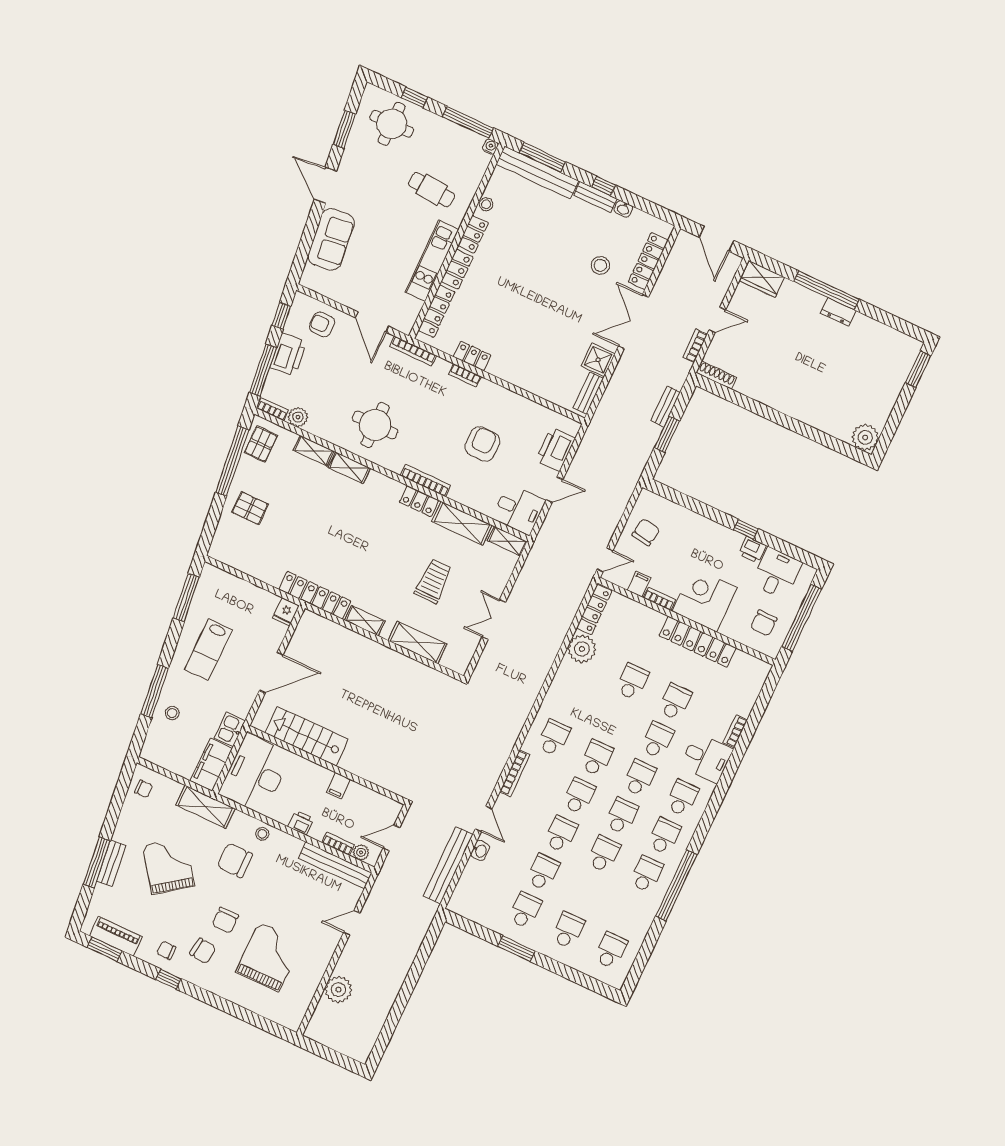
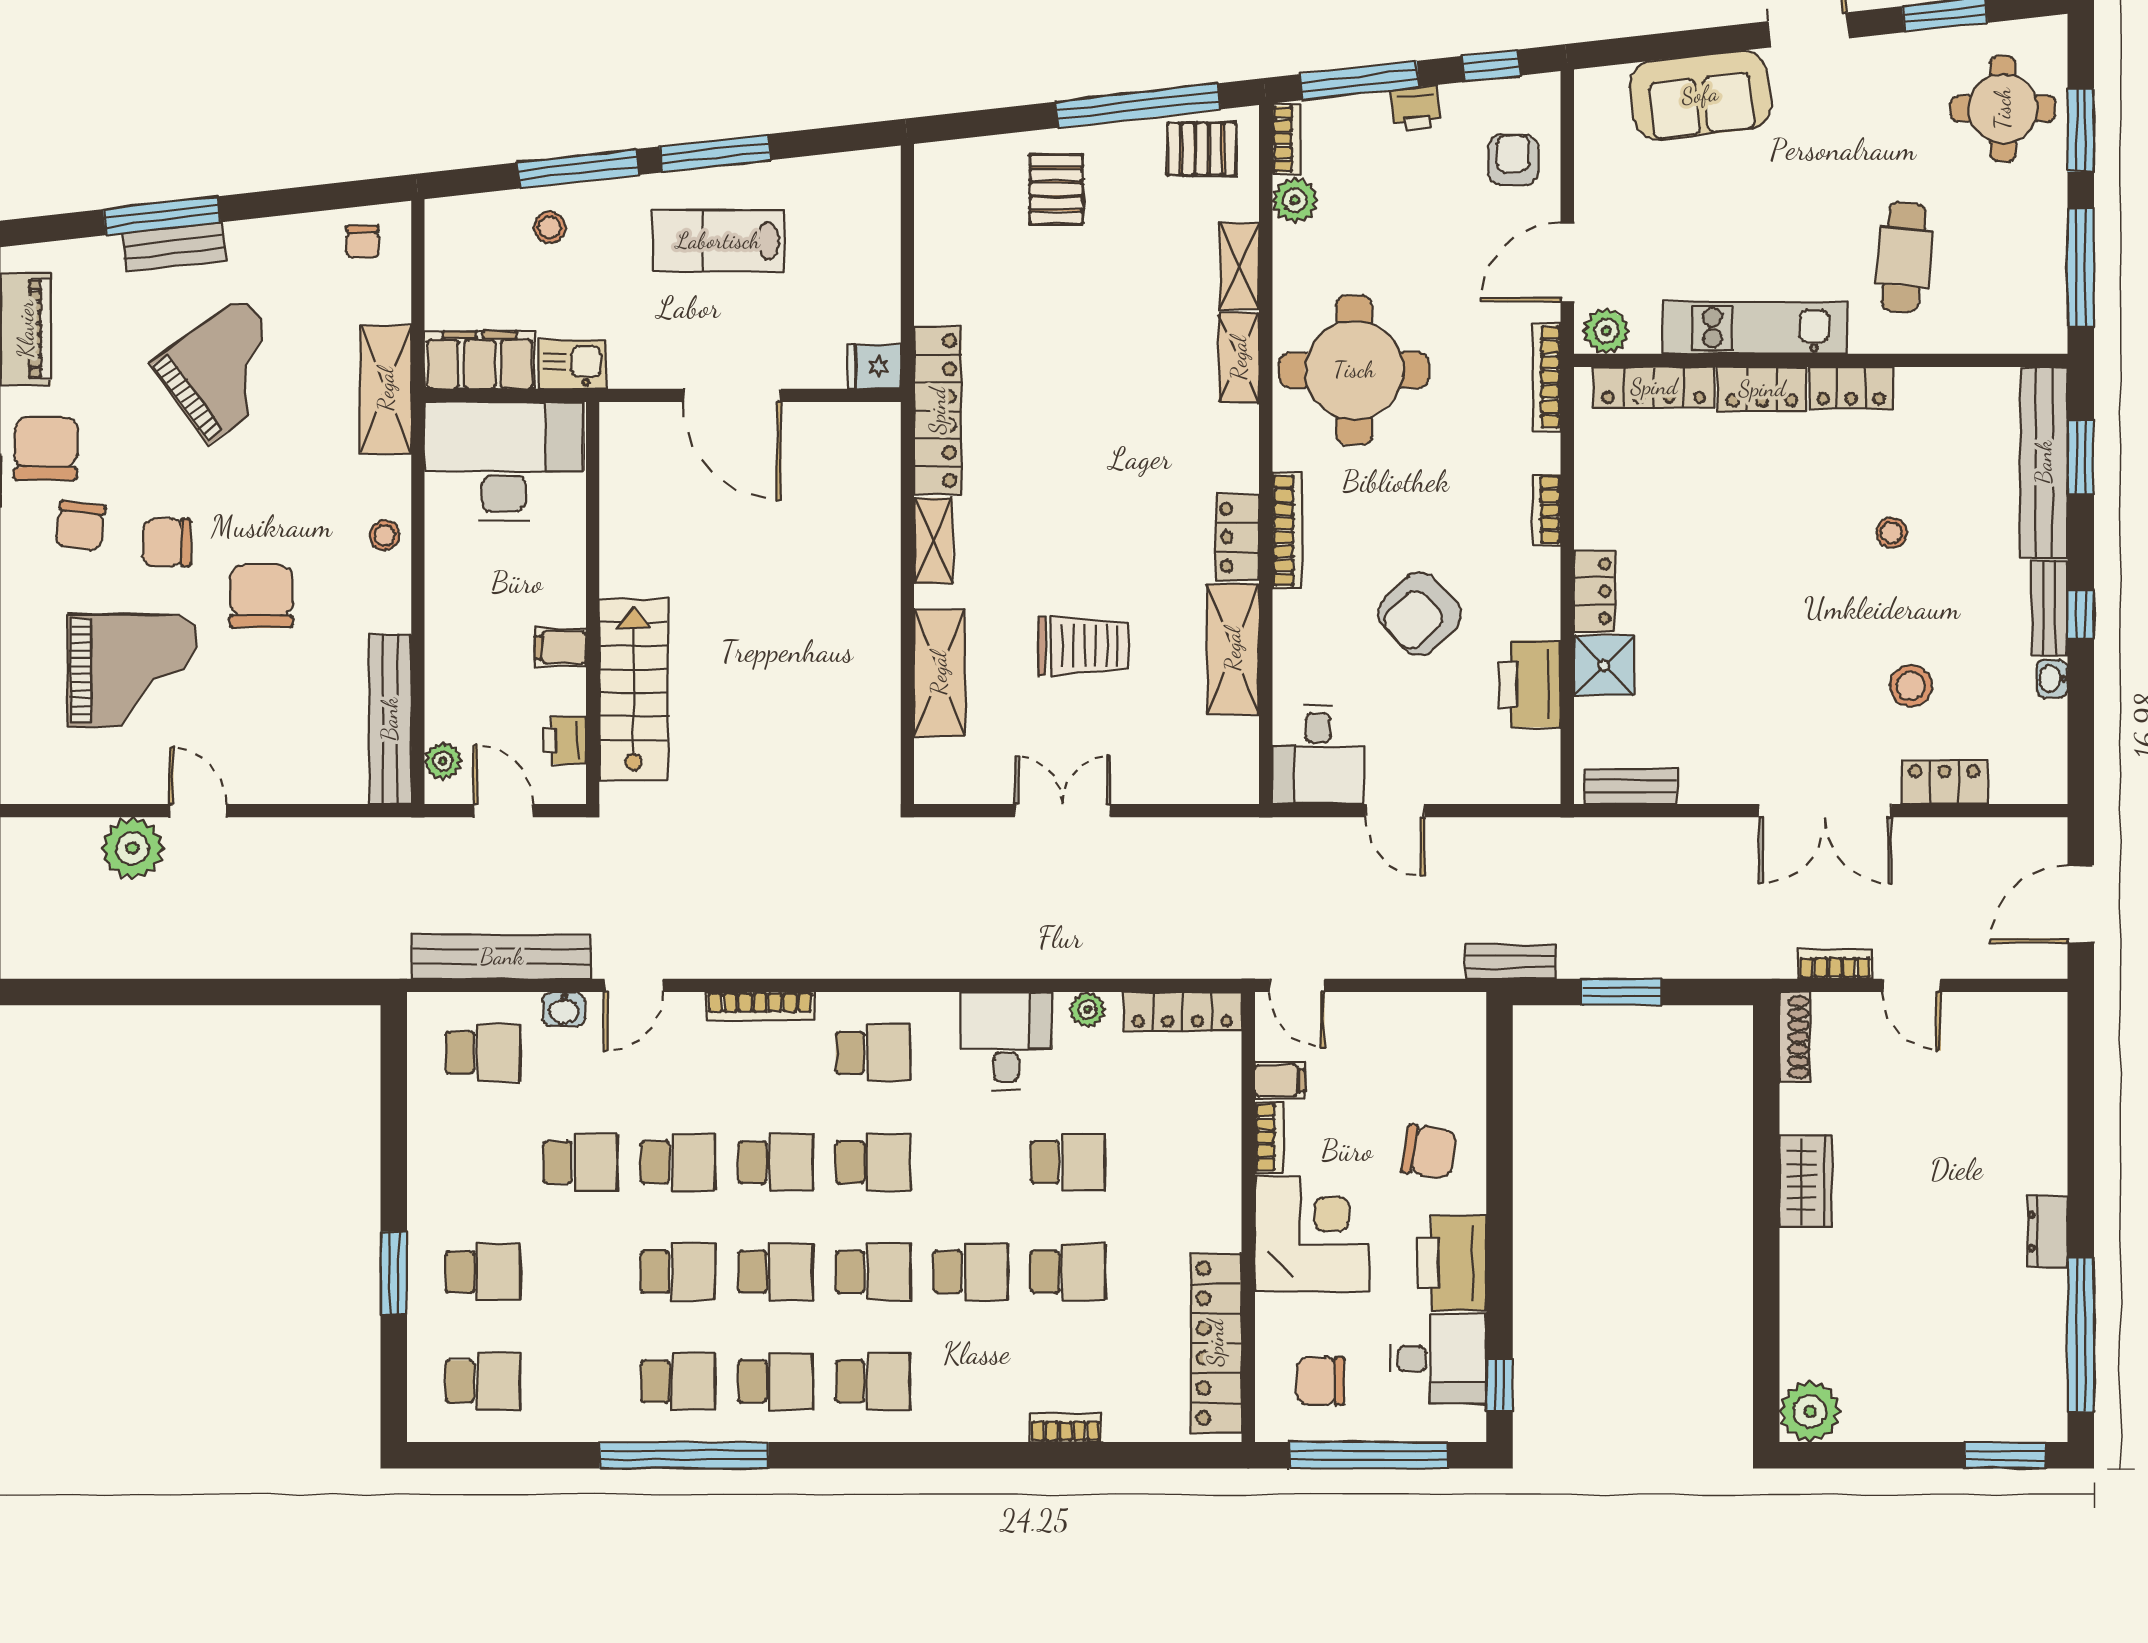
window: (414, 97) -> (2081, 130), width x1.50
water cooler: (490, 147) -> (2052, 338), removed
window: (542, 157) -> (2081, 457), width x0.69
stool: (486, 204) -> (1892, 533), moved
locker: (648, 261) -> (1944, 782), width x0.66
wardrobe: (762, 279) -> (1806, 1181), moved, turned 180
window: (826, 290) -> (2081, 1335), moved
plant: (406, 319) -> (1606, 331), added
double door: (633, 322) -> (1825, 811), swing flipped
printer: (288, 354) -> (1416, 108), width x0.53, depth x0.68
locker: (472, 356) -> (1595, 591), moved
shower: (598, 360) -> (1604, 665), moved
bench: (666, 406) -> (1511, 962), moved
round table: (375, 425) -> (1354, 370), width x1.36, depth x1.36
armchair: (482, 444) -> (1420, 614), turned 137
printer: (556, 449) -> (1530, 684), moved, turned -90
window: (746, 529) -> (1500, 1385), moved
chair: (646, 532) -> (1429, 1152), moved
shelving: (507, 541) -> (1240, 762), removed
printer: (752, 550) -> (1452, 1263), width x1.87, depth x1.48
window: (186, 597) -> (715, 153), moved
locker: (698, 642) -> (1216, 1343), moved
plant: (582, 649) -> (1087, 1009), width x0.53, depth x0.53
stairs: (306, 736) -> (633, 689), moved
desk: (706, 758) -> (1006, 1041), moved, turned 180
printer: (301, 823) -> (565, 740), moved, turned 180
bookcase: (338, 844) -> (438, 704), removed
chair: (235, 860) -> (261, 596), moved
school desk: (525, 910) -> (483, 1053), moved
door: (352, 923) -> (198, 811), moved
window: (517, 949) -> (394, 1273), moved
chair: (166, 950) -> (46, 448), width x1.87, depth x1.87

